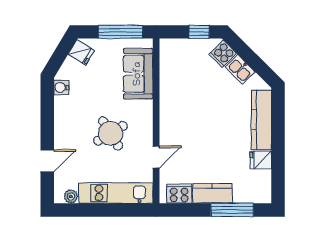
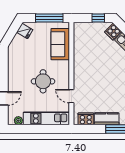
water cooler: (61, 88) -> (12, 53), removed
round table: (110, 133) -> (43, 81), turned 31
door: (156, 157) -> (71, 96), swing flipped

